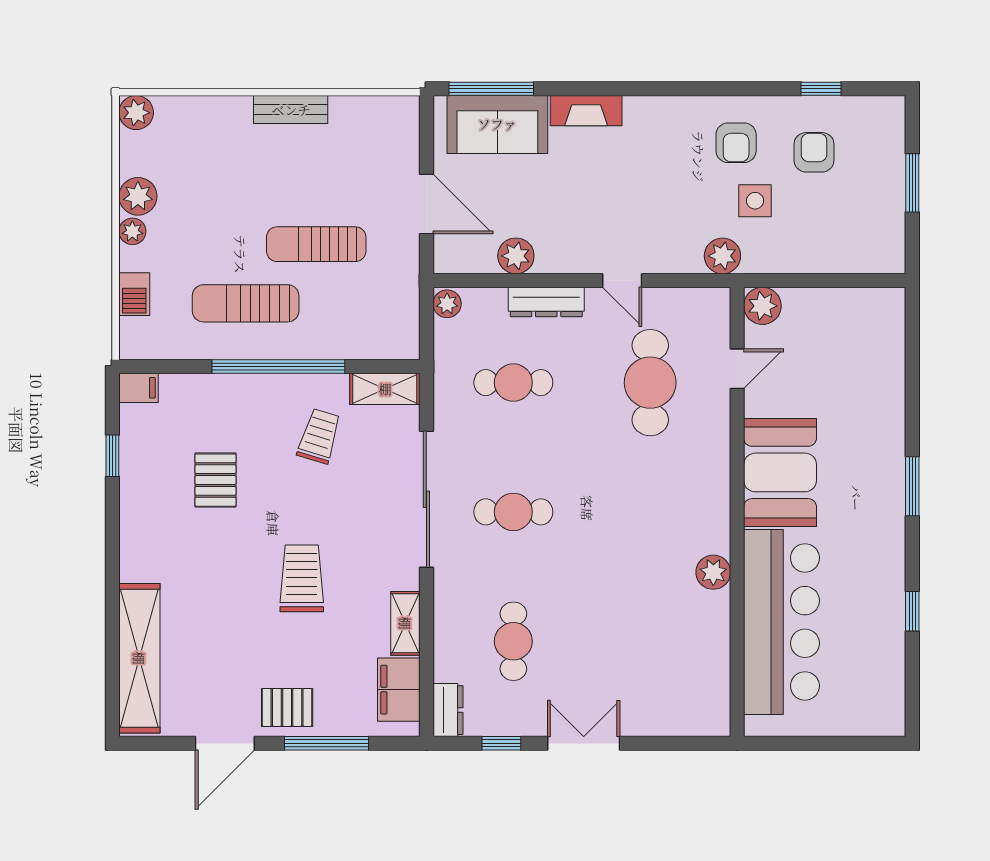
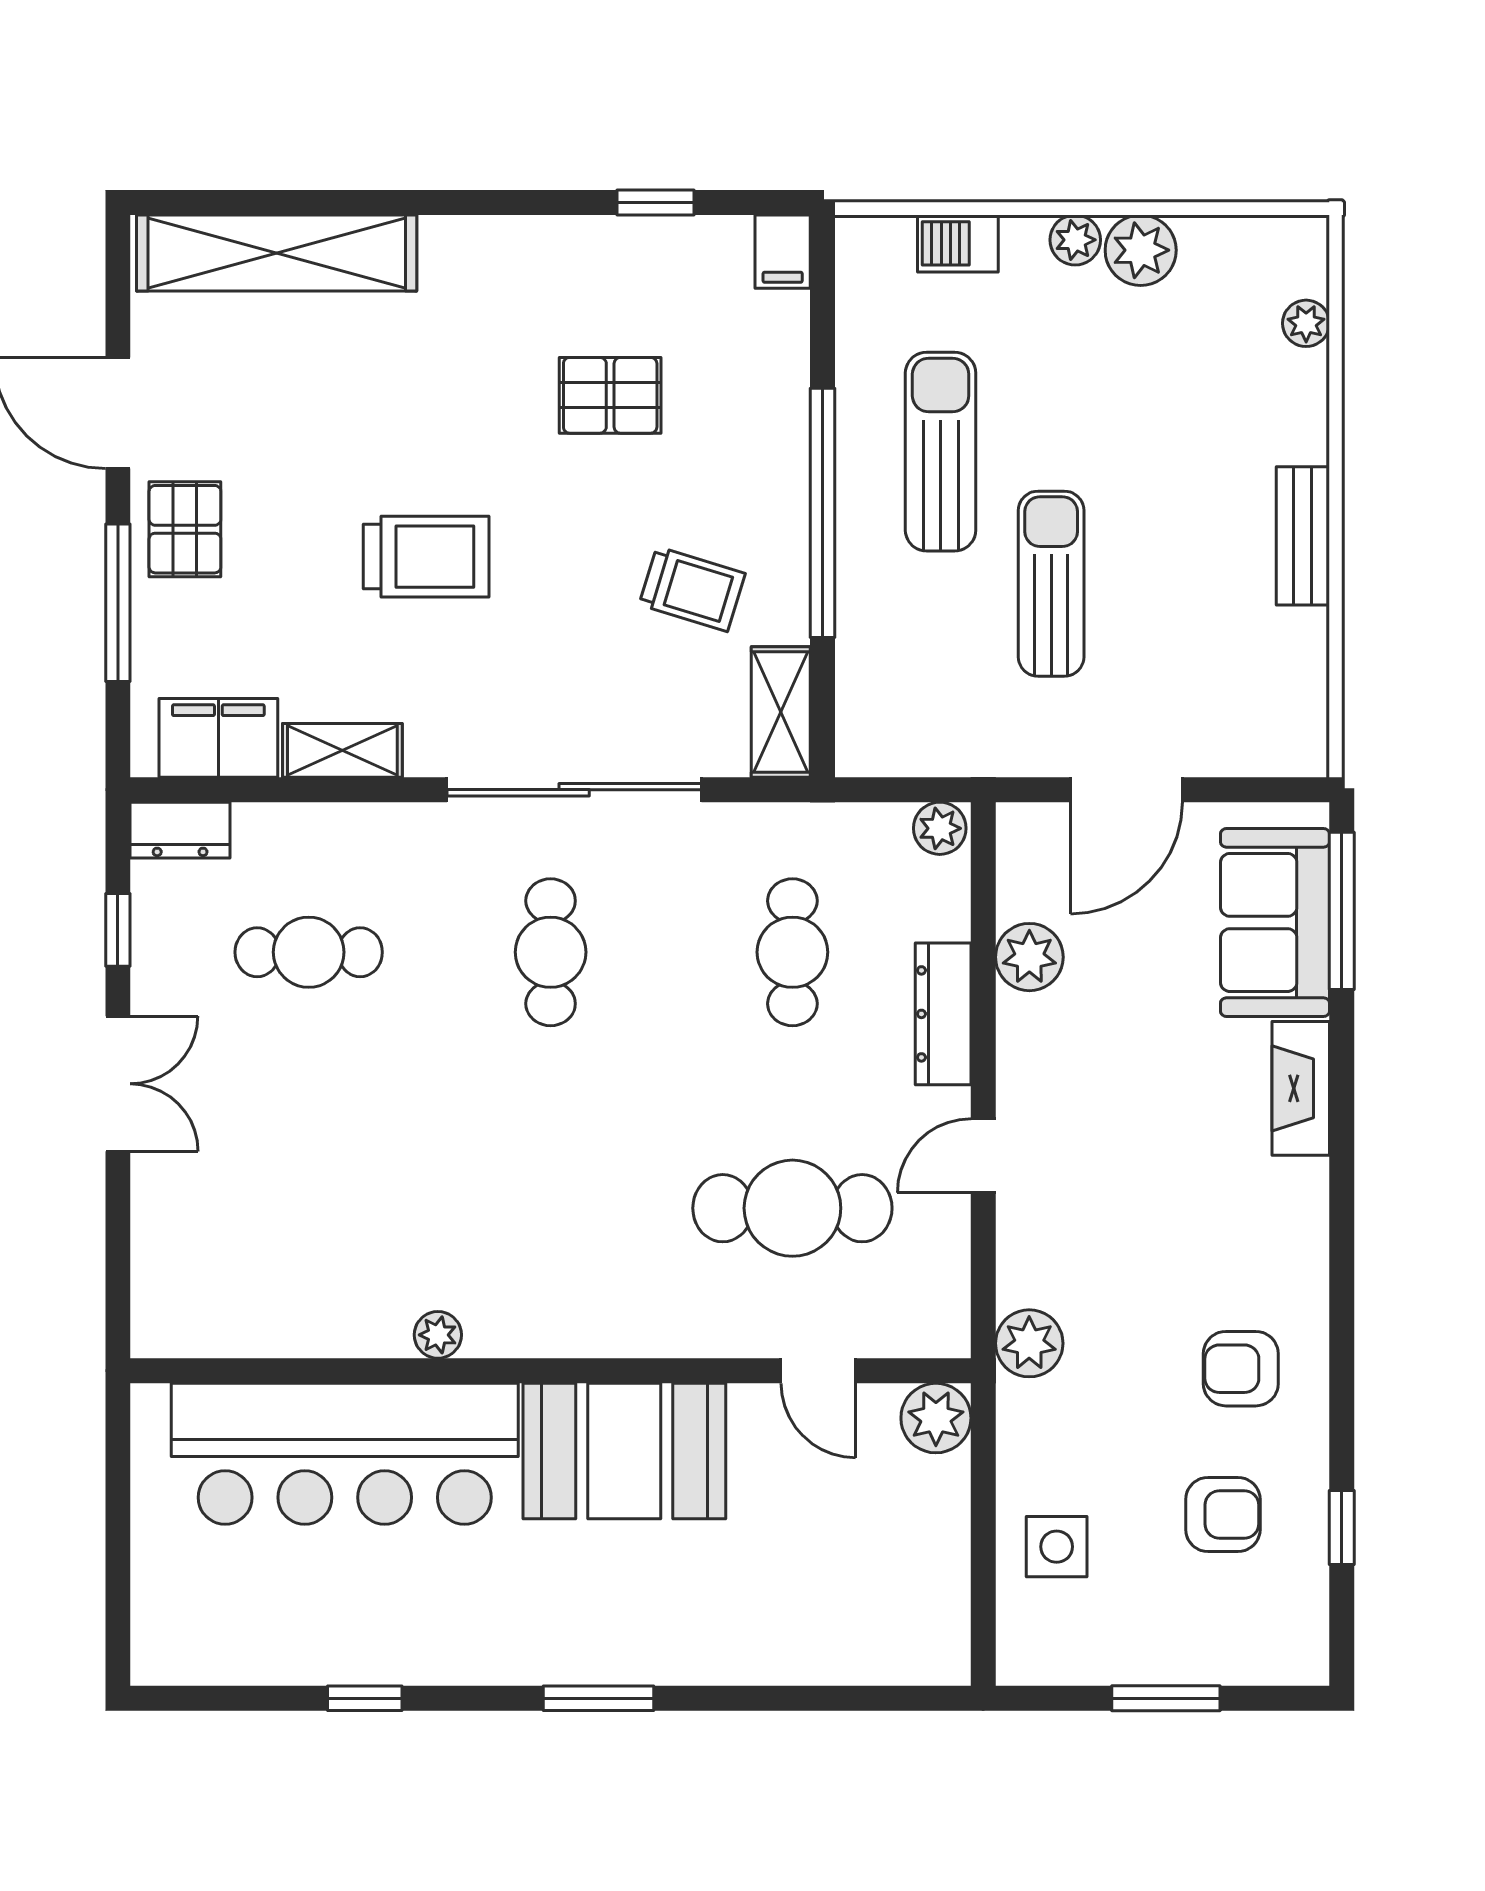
plant: (136, 113) -> (1306, 323), moved, width x0.73, depth x0.73
side table: (755, 201) -> (1057, 1547), moved
plant: (713, 572) -> (438, 1335), width x0.73, depth x0.73

